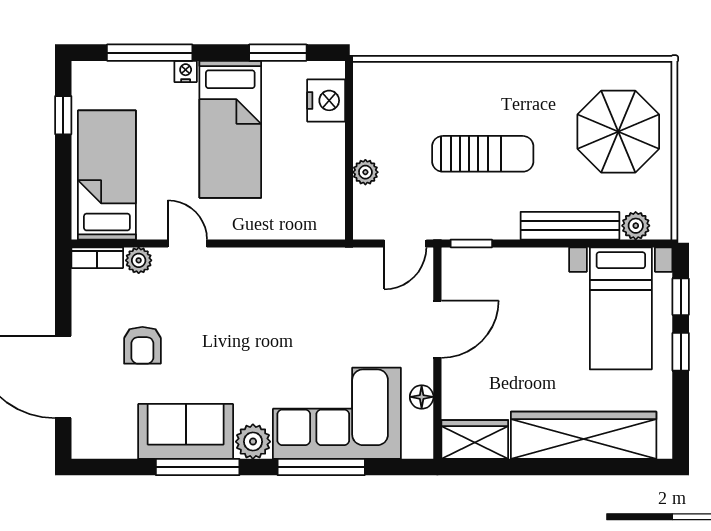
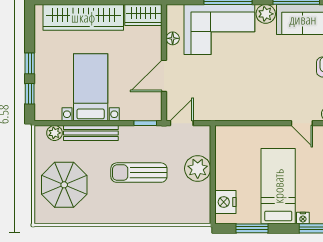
plant: (365, 172) -> (198, 169), width x1.88, depth x1.88
bed with nightstands: (621, 308) -> (91, 87), moved

